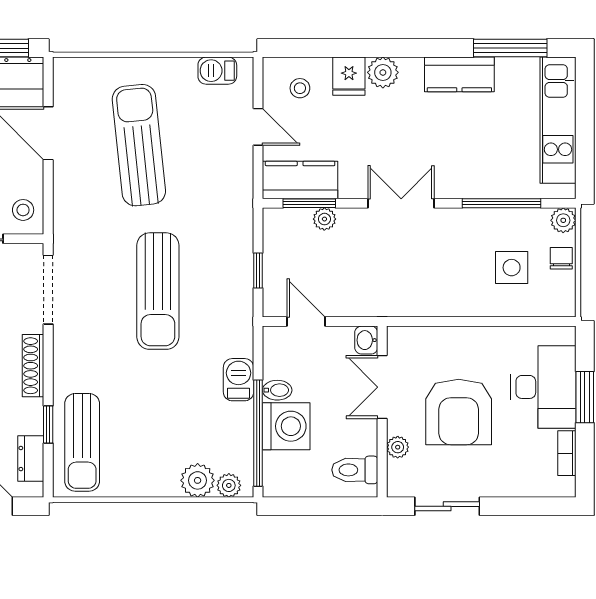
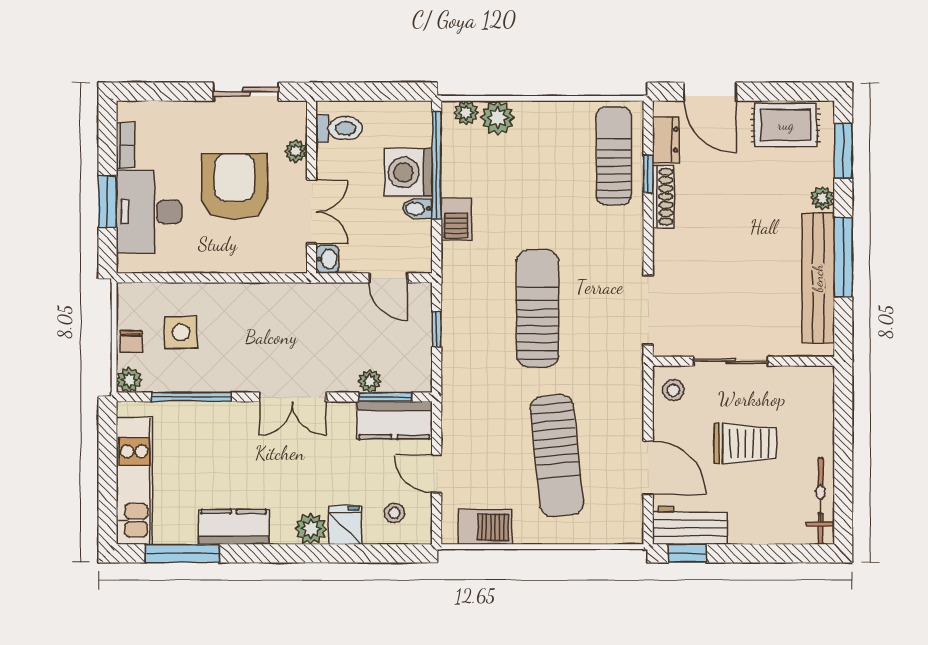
barbecue: (217, 71) -> (485, 527), width x1.38, depth x1.27
shoe rack: (33, 366) -> (663, 197), moved

